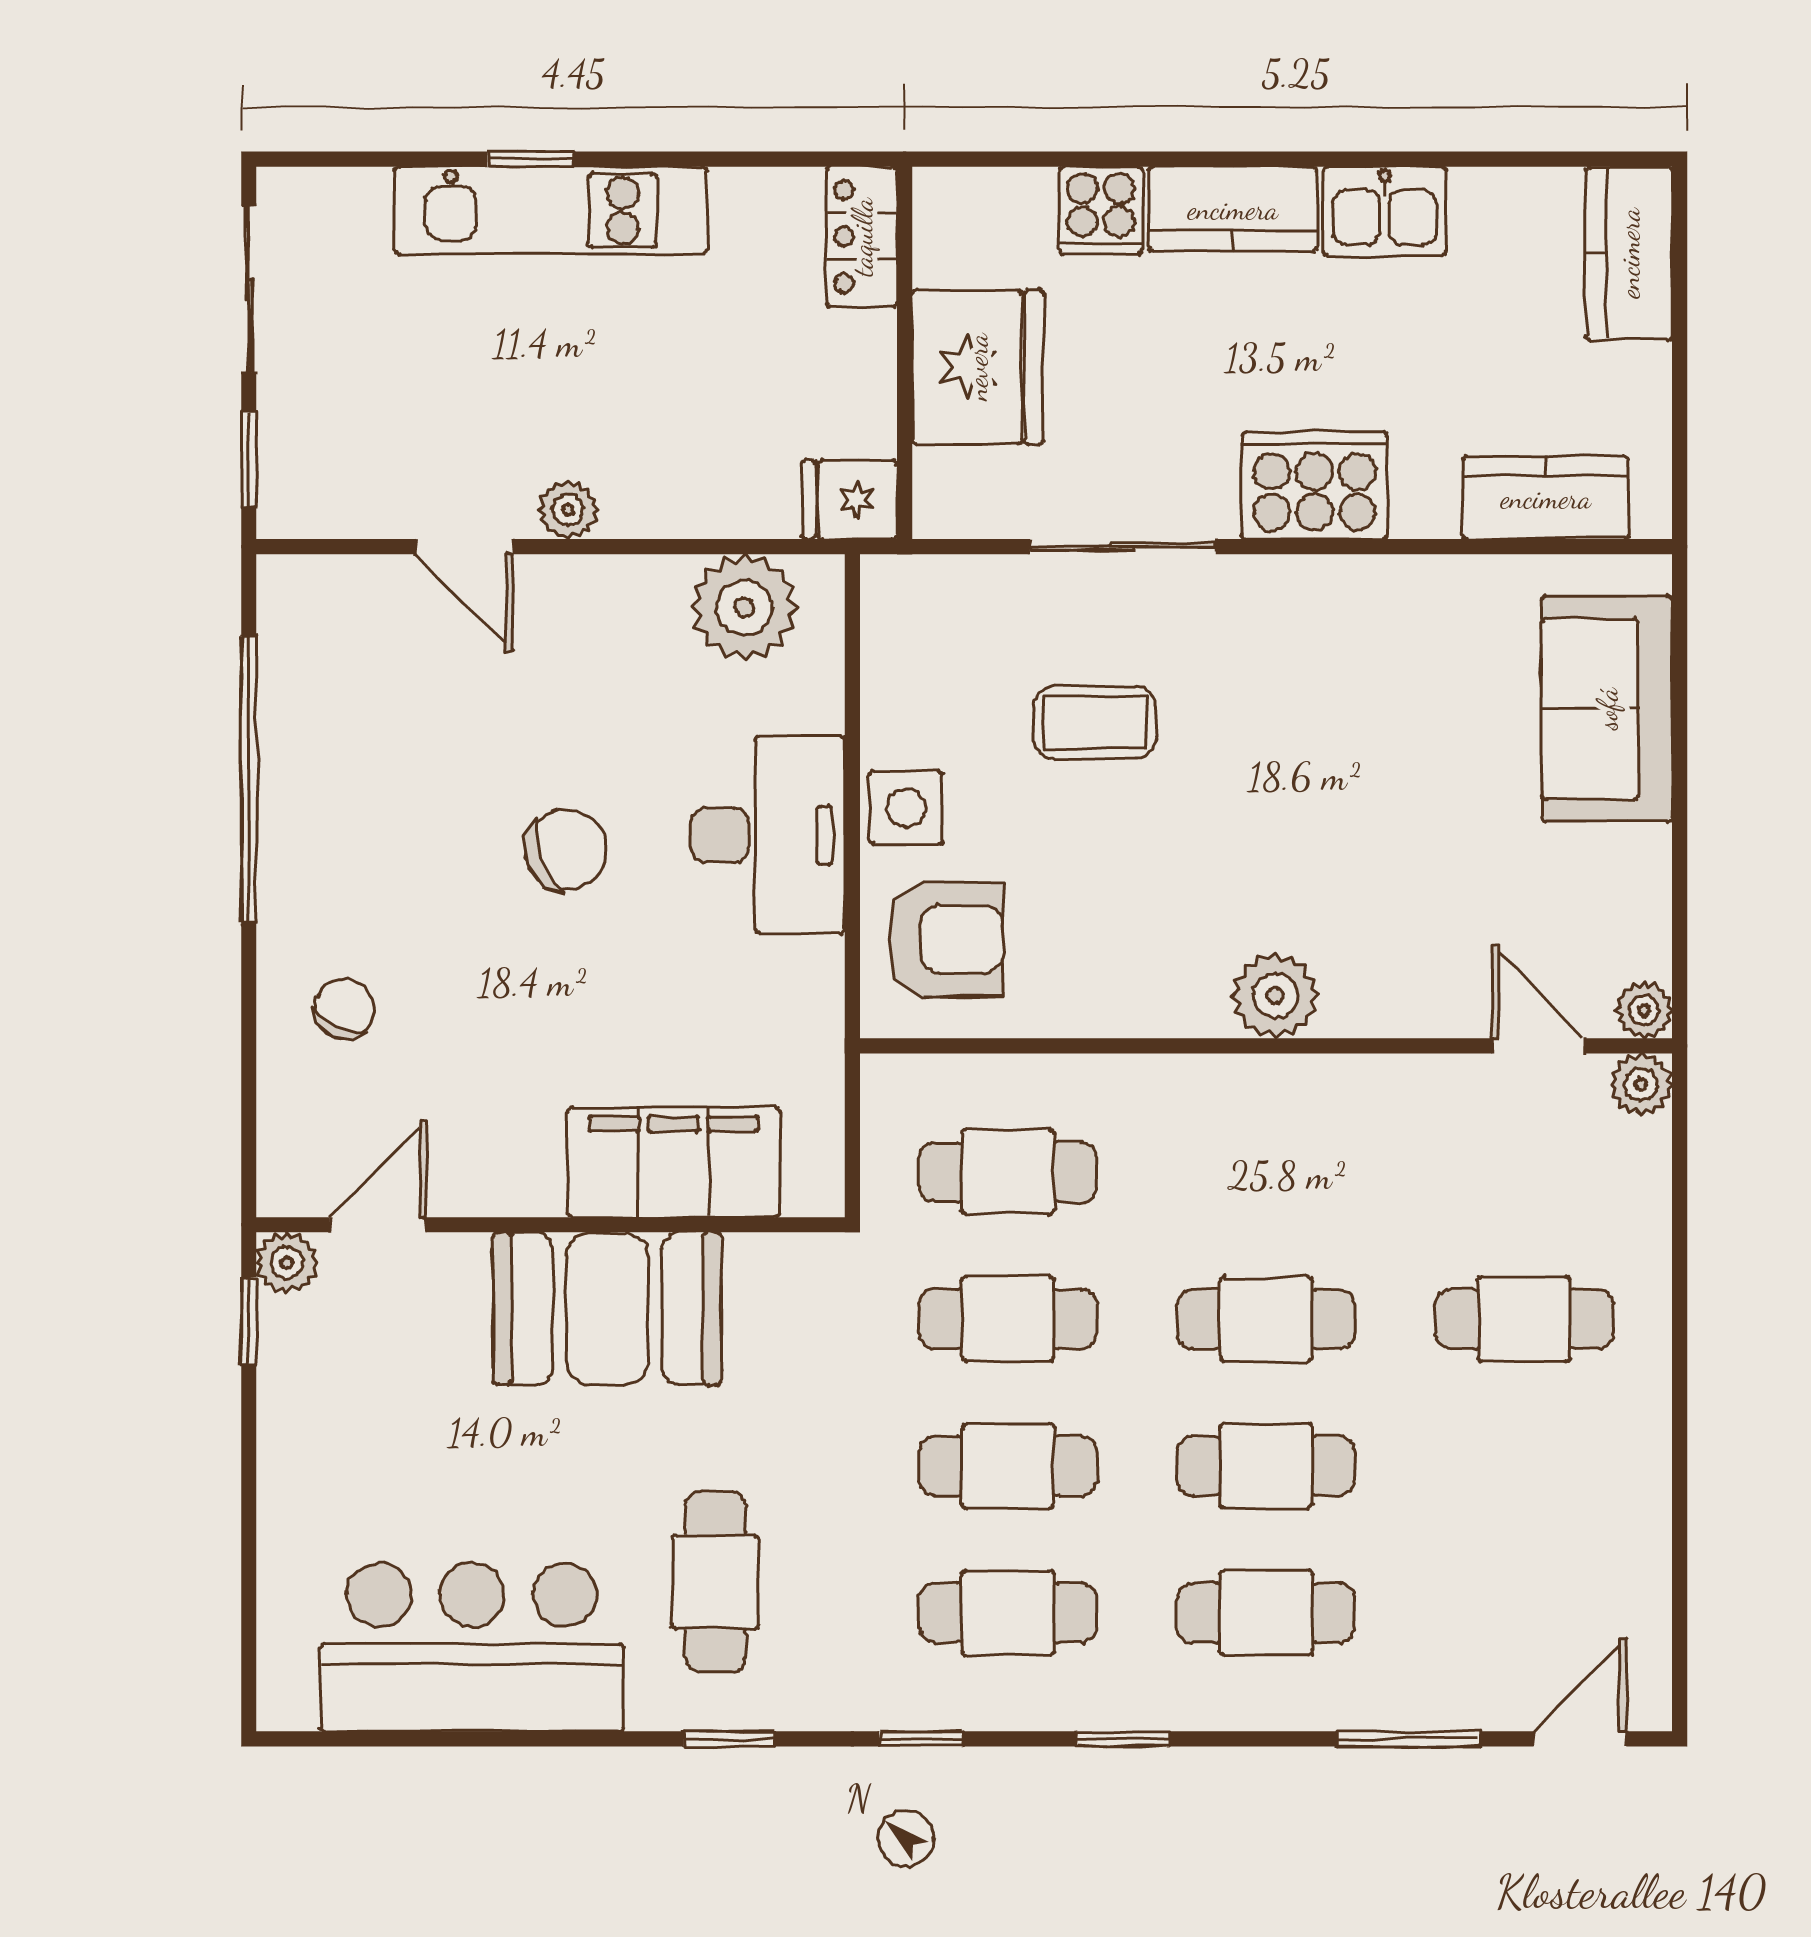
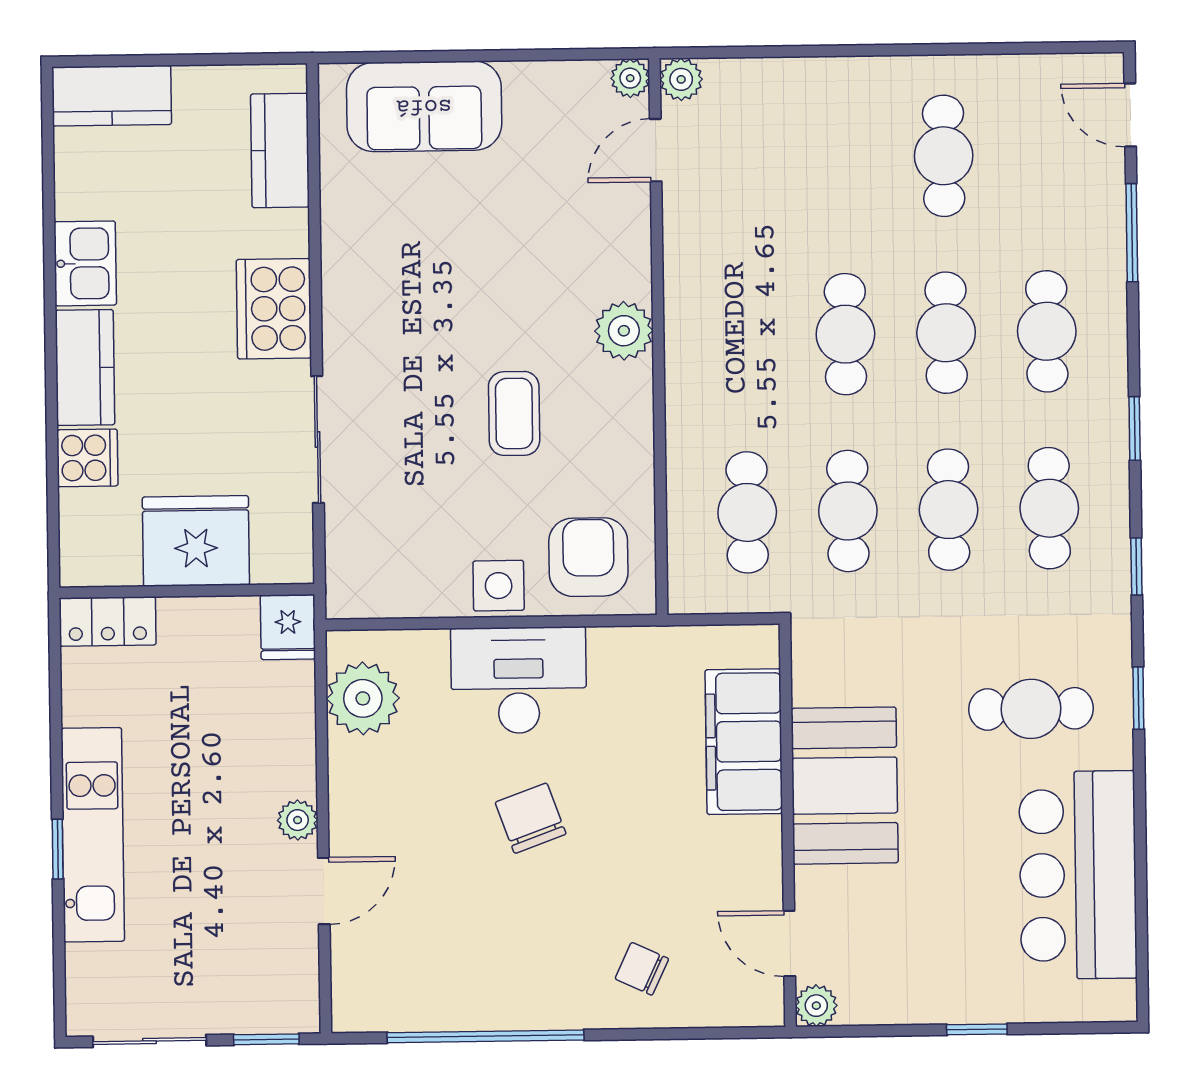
coffee table: (1095, 722) -> (514, 413), moved
cafe table: (1524, 1319) -> (944, 156), moved
window: (249, 1321) -> (977, 1029), moved

